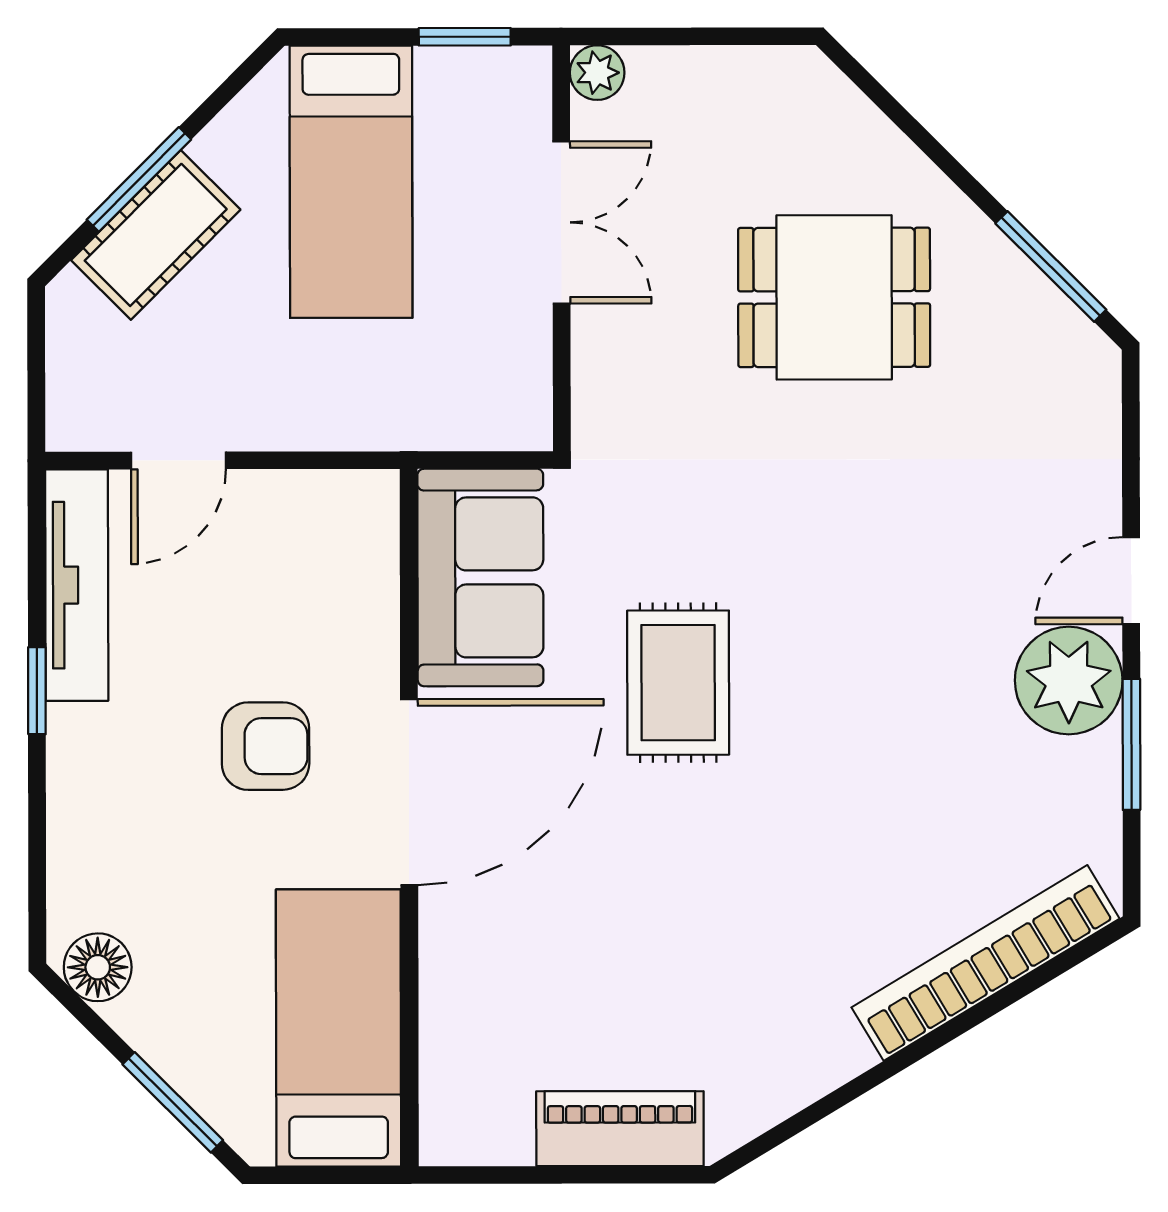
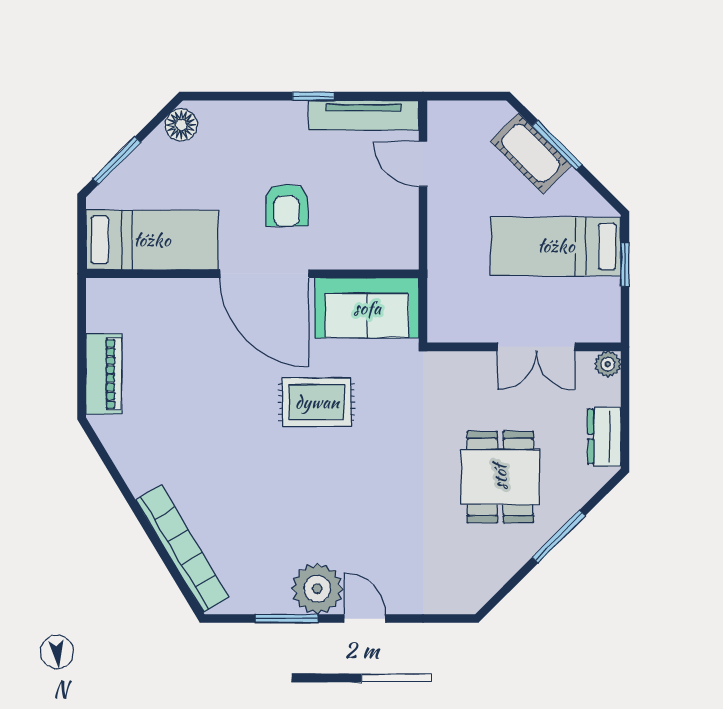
window: (465, 37) -> (625, 264), moved
dresser: (749, 80) -> (604, 437), added
window: (1051, 267) -> (559, 537), moved

